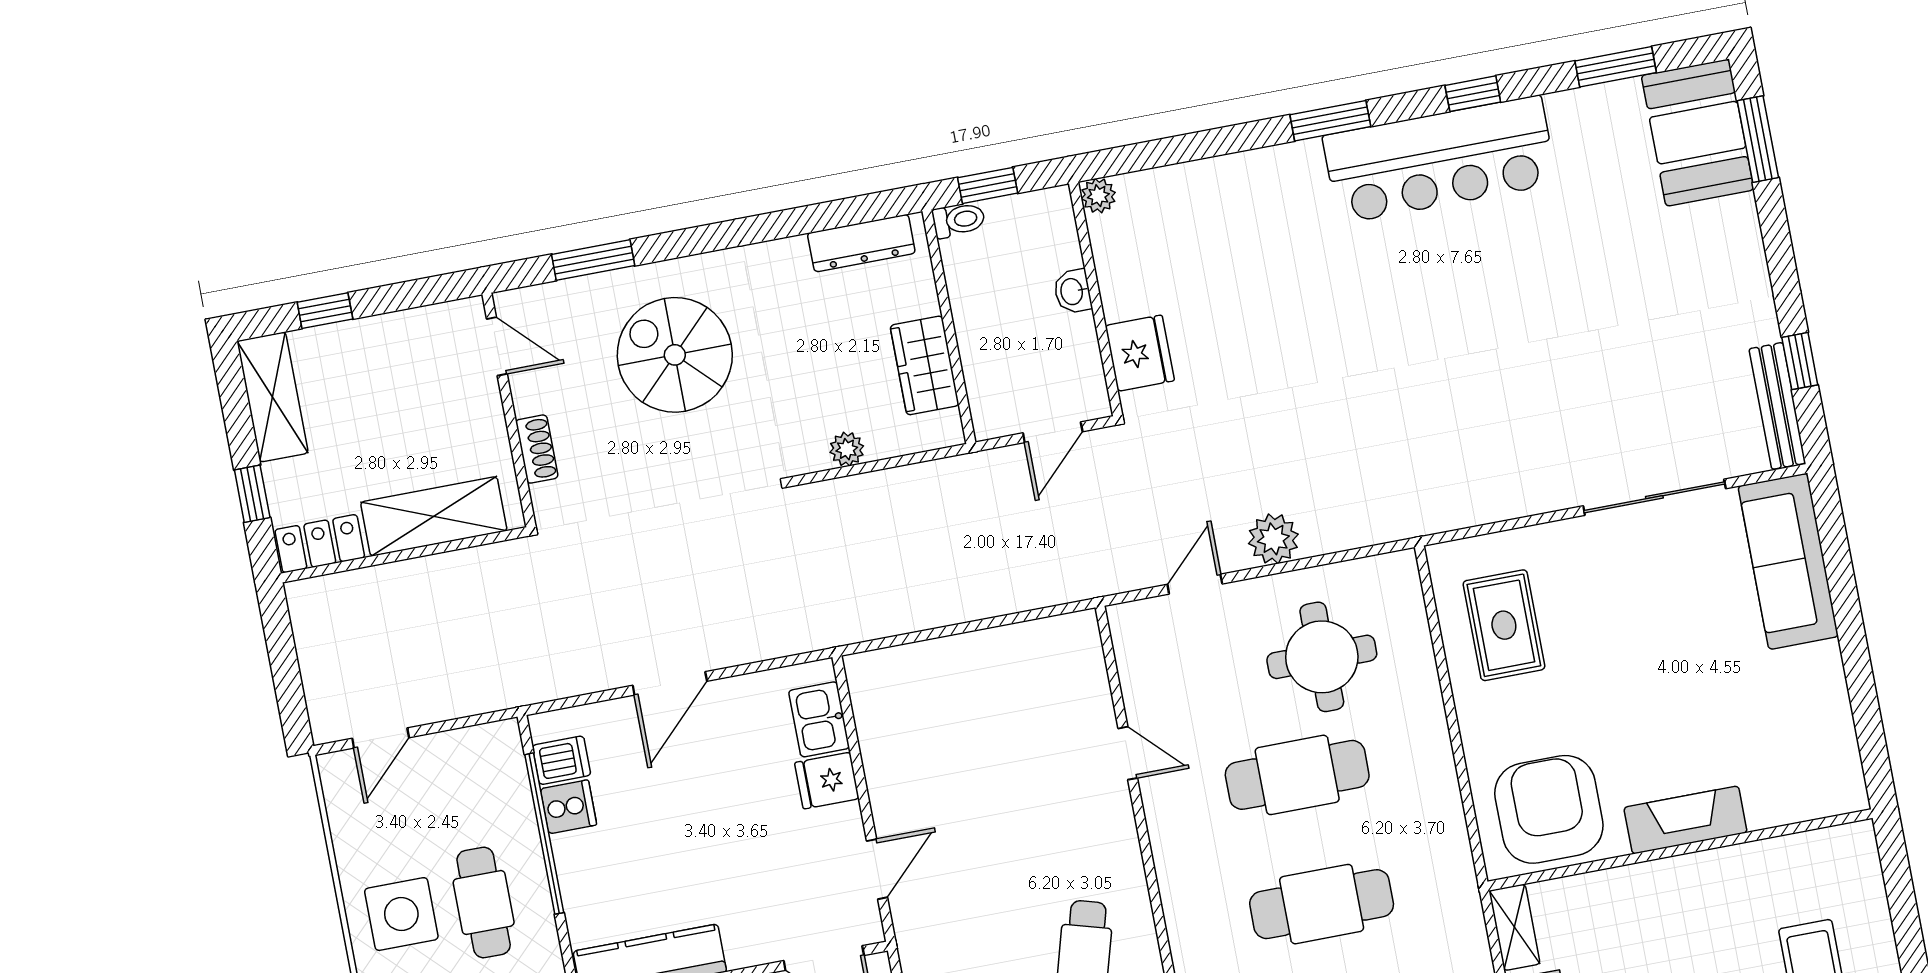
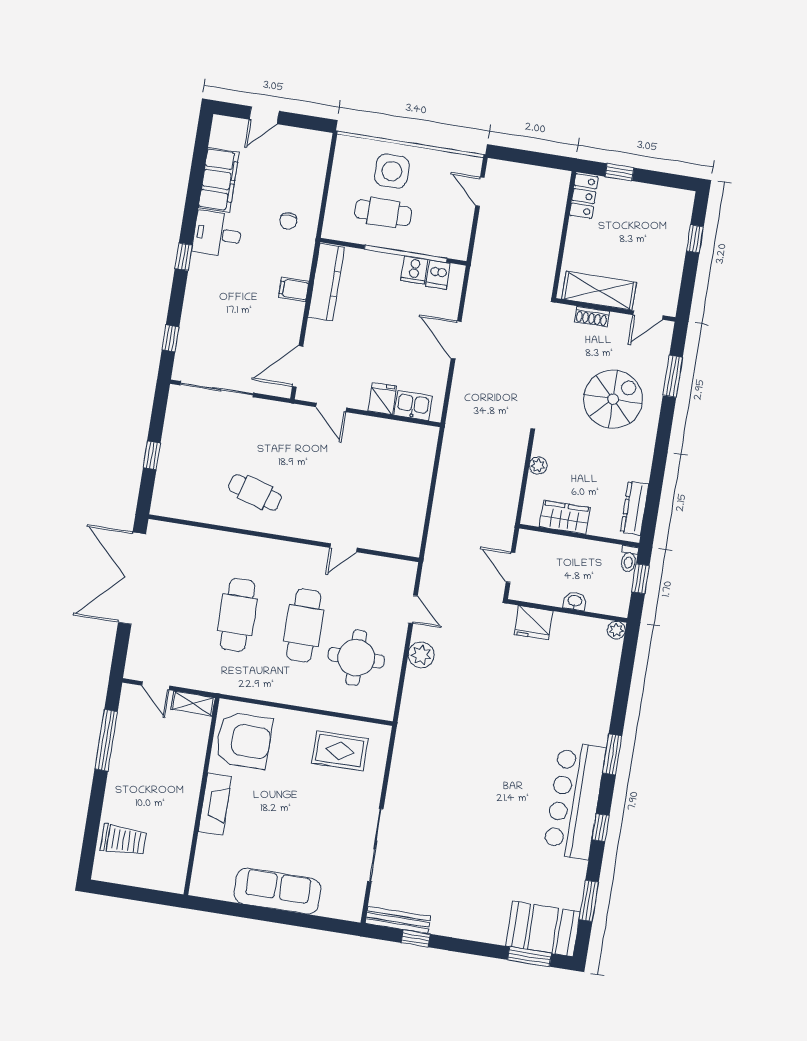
shelving: (272, 397) -> (662, 199), removed
shelving: (434, 516) -> (599, 291), moved, turned 90
sofa: (1788, 561) -> (277, 891), moved

